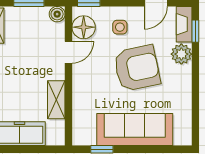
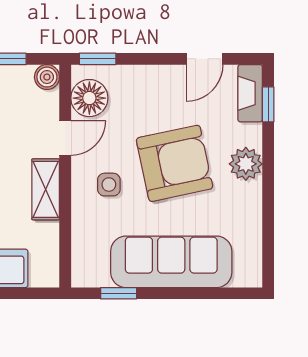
side table: (120, 27) -> (109, 185), moved
plant: (181, 54) -> (246, 164), moved
shelving: (56, 100) -> (46, 189), moved

